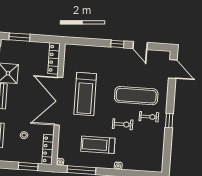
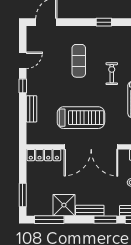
bench: (96, 50) -> (32, 109), added
exercise mat: (136, 96) -> (79, 61), width x0.73, depth x0.69
exercise bike: (149, 117) -> (101, 45), removed

